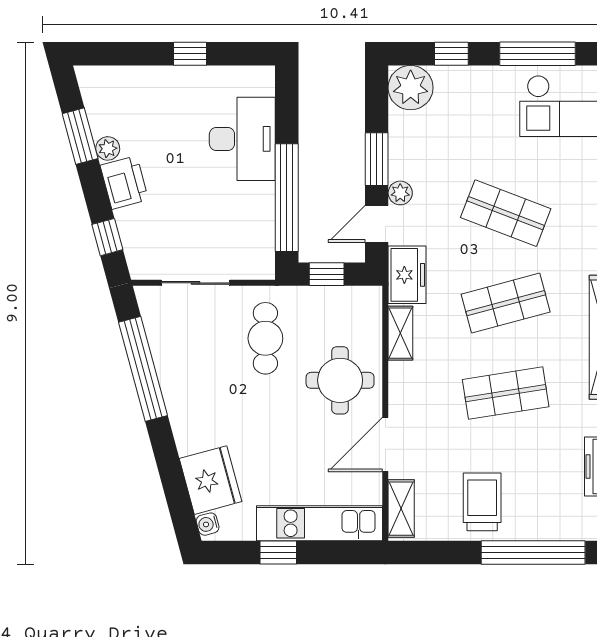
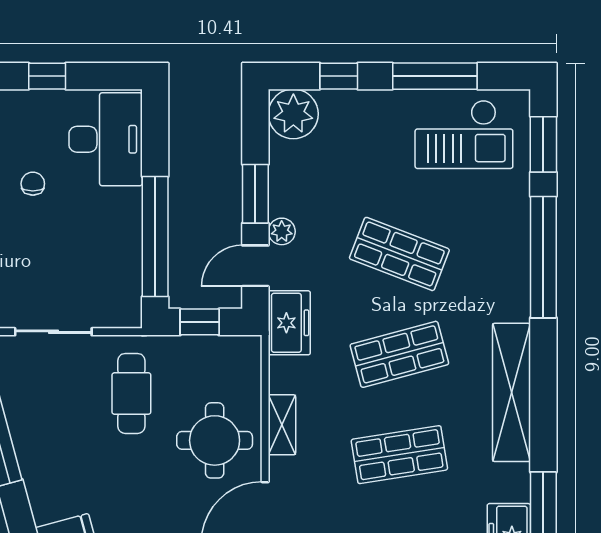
desk: (242, 139) -> (106, 139), moved
chair: (177, 150) -> (33, 184), added
shelving: (400, 333) -> (282, 425), moved

